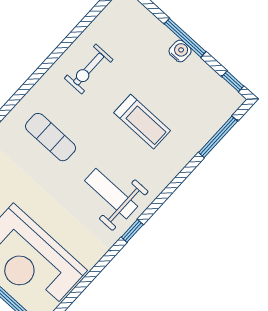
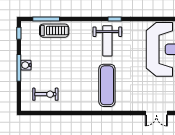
exercise bike: (89, 69) -> (45, 94), moved
treadmill: (142, 122) -> (54, 31), moved, turned 90
exercise mat: (51, 137) -> (107, 85), width x1.36, depth x1.45

